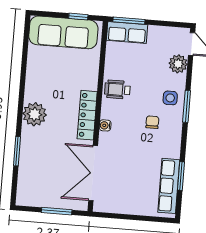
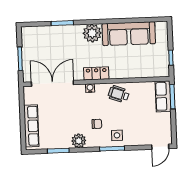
sofa: (63, 32) -> (129, 34), moved, turned -90
plant: (178, 64) -> (79, 141), moved
wheelchair: (117, 89) -> (119, 94), turned -70
locker: (87, 115) -> (96, 73), width x0.66
row of seats: (169, 186) -> (31, 126), moved, turned 90

